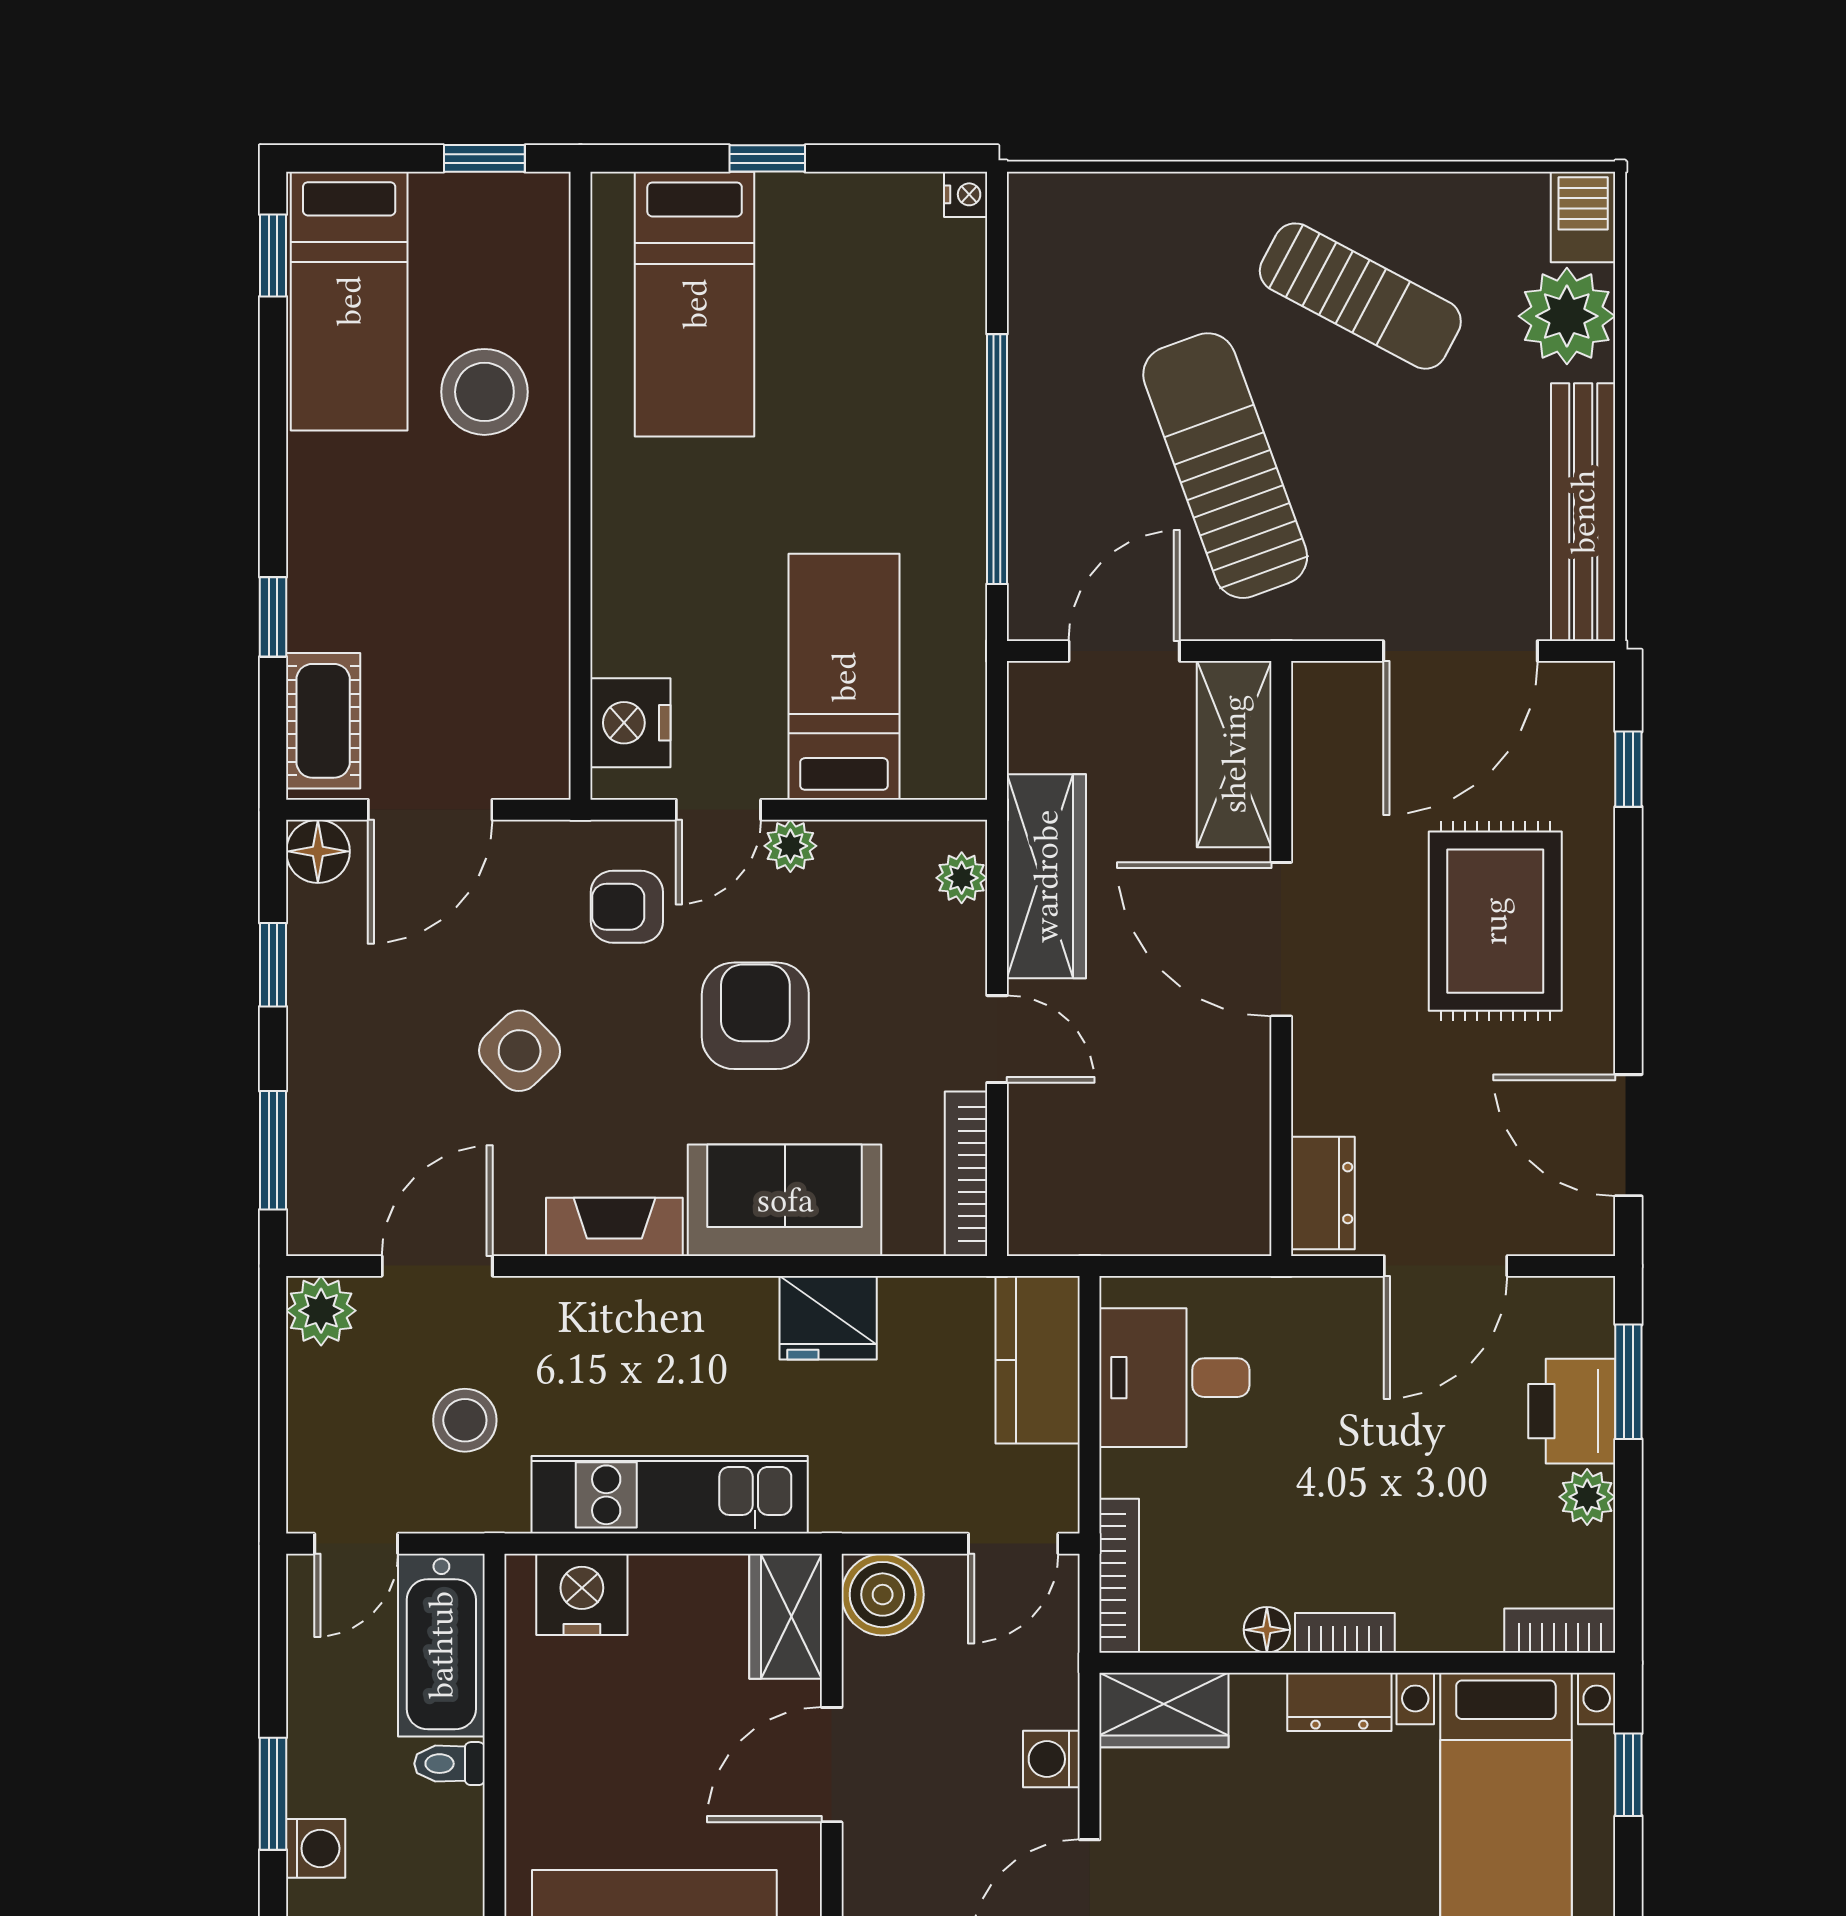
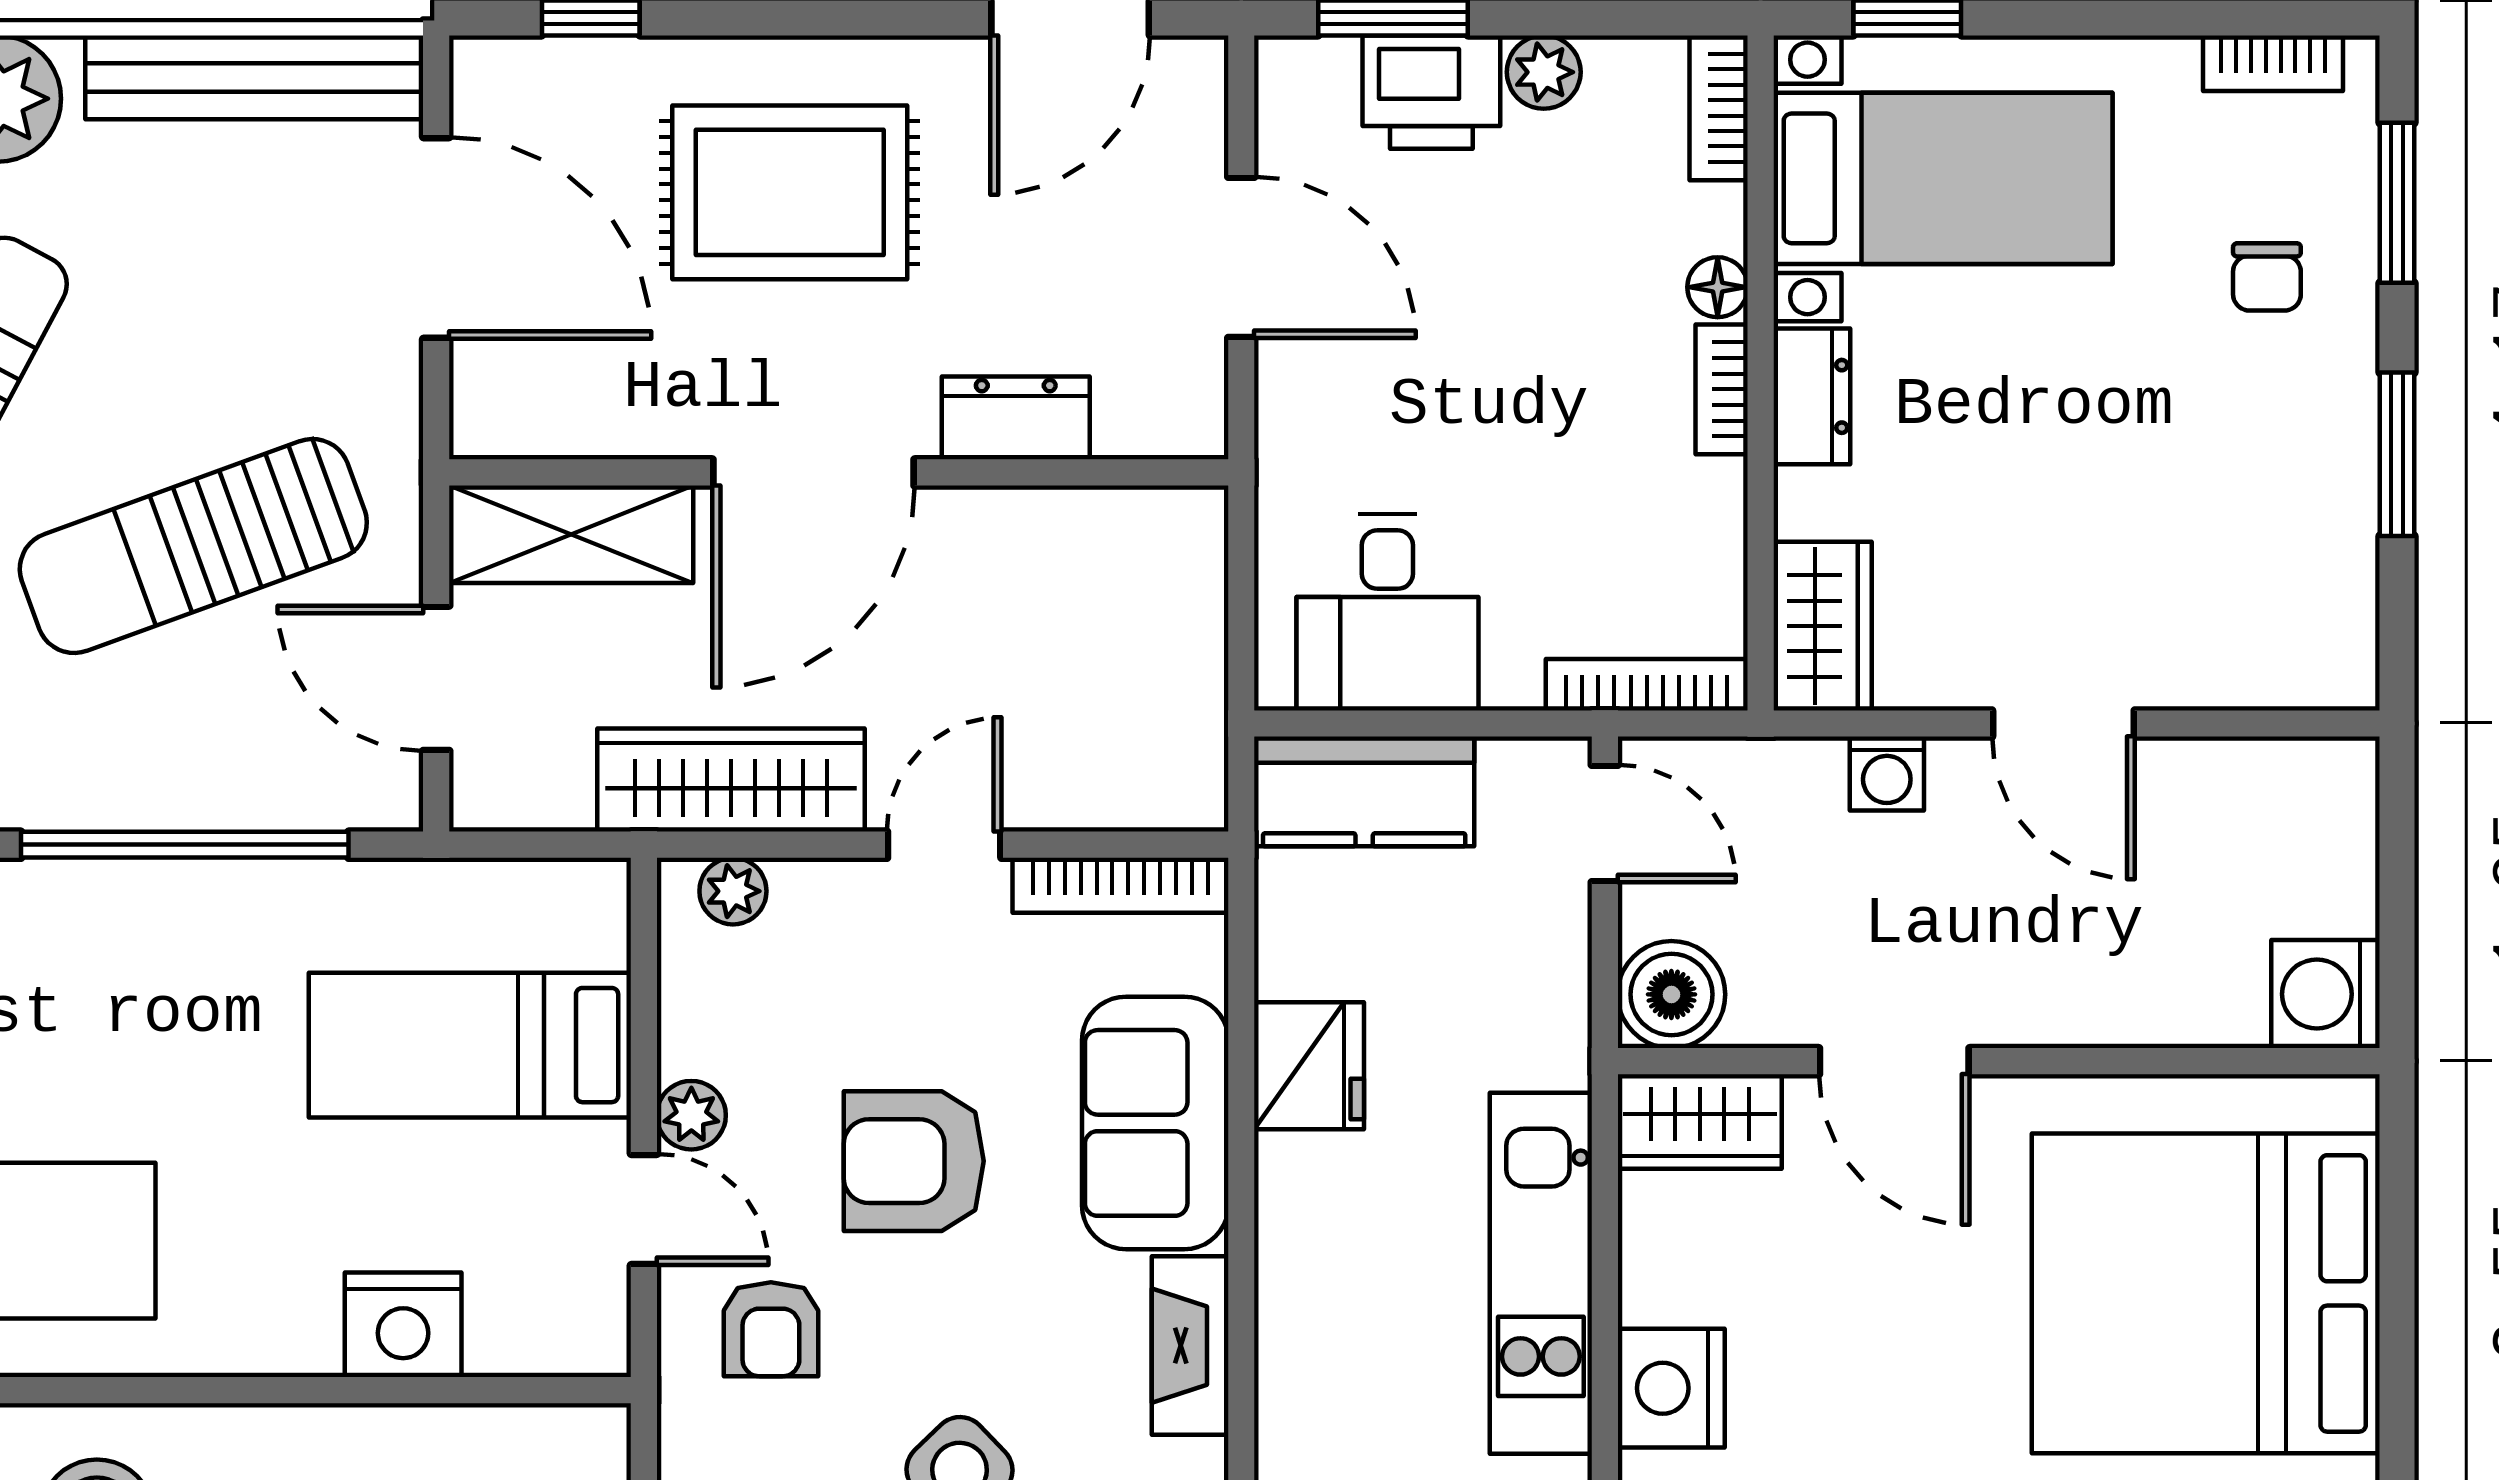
nightstand: (630, 723) -> (403, 1325), moved
dresser: (1323, 1193) -> (1016, 418), moved
floor lamp: (1267, 1630) -> (1718, 287), moved

